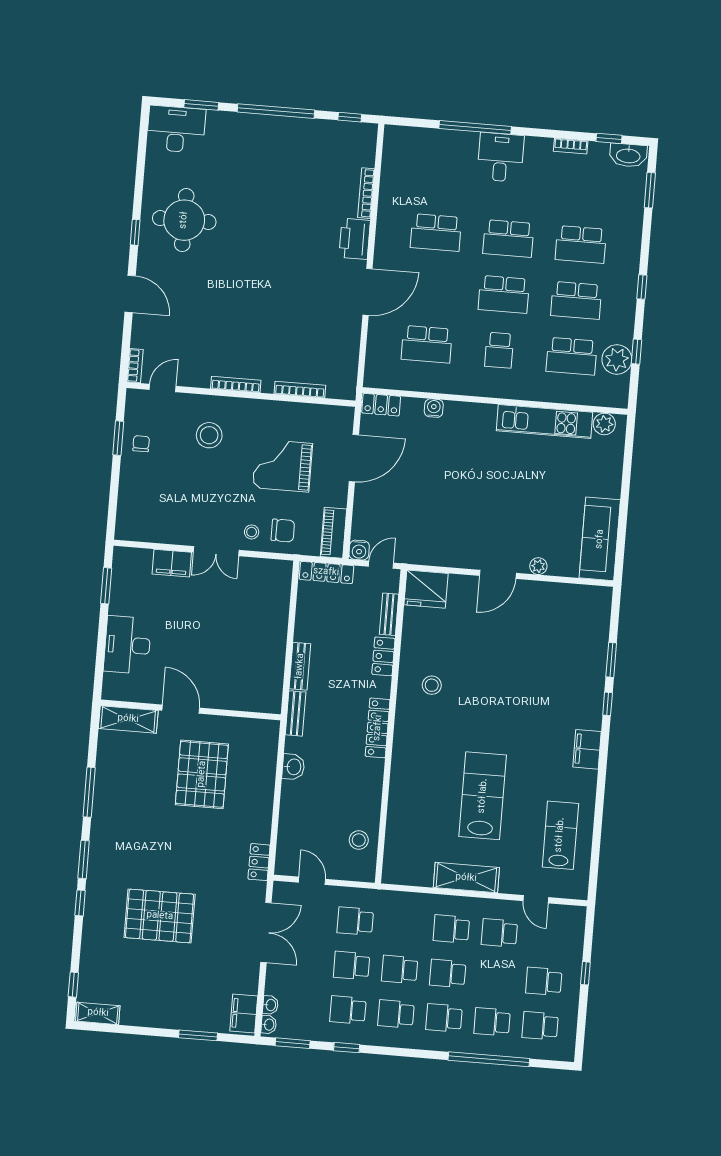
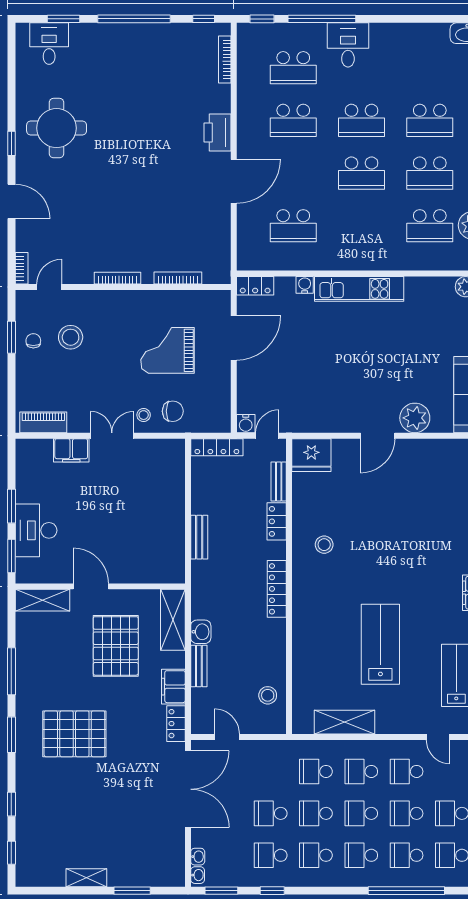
desk: (176, 129) -> (49, 44), width x0.73
window: (609, 138) -> (262, 19), moved
bookcase: (571, 146) -> (413, 29), removed
bookcase: (366, 193) -> (225, 60), moved
school desk: (499, 350) -> (293, 68), moved, width x1.85
kitchen unit: (544, 421) -> (359, 289), moved
stool: (209, 435) -> (71, 337), moved
piano: (334, 533) -> (43, 422), moved, turned 90
double door: (216, 551) -> (112, 436), swing flipped
plant: (538, 566) -> (415, 418), width x1.87, depth x1.87
window: (106, 586) -> (11, 506), moved
window: (99, 670) -> (11, 556), added
bench: (296, 713) -> (199, 666), moved
shelving: (265, 752) -> (173, 620), added
shelving: (466, 878) -> (344, 722), moved
window: (80, 903) -> (11, 804), moved
pallet: (160, 916) -> (74, 734), moved
school desk: (355, 921) -> (316, 771), moved
double door: (266, 933) -> (188, 789), width x1.36
school desk: (496, 977) -> (407, 813), added
shelving: (98, 1013) -> (86, 878), moved
filing cabinet: (244, 1014) -> (173, 687), moved

